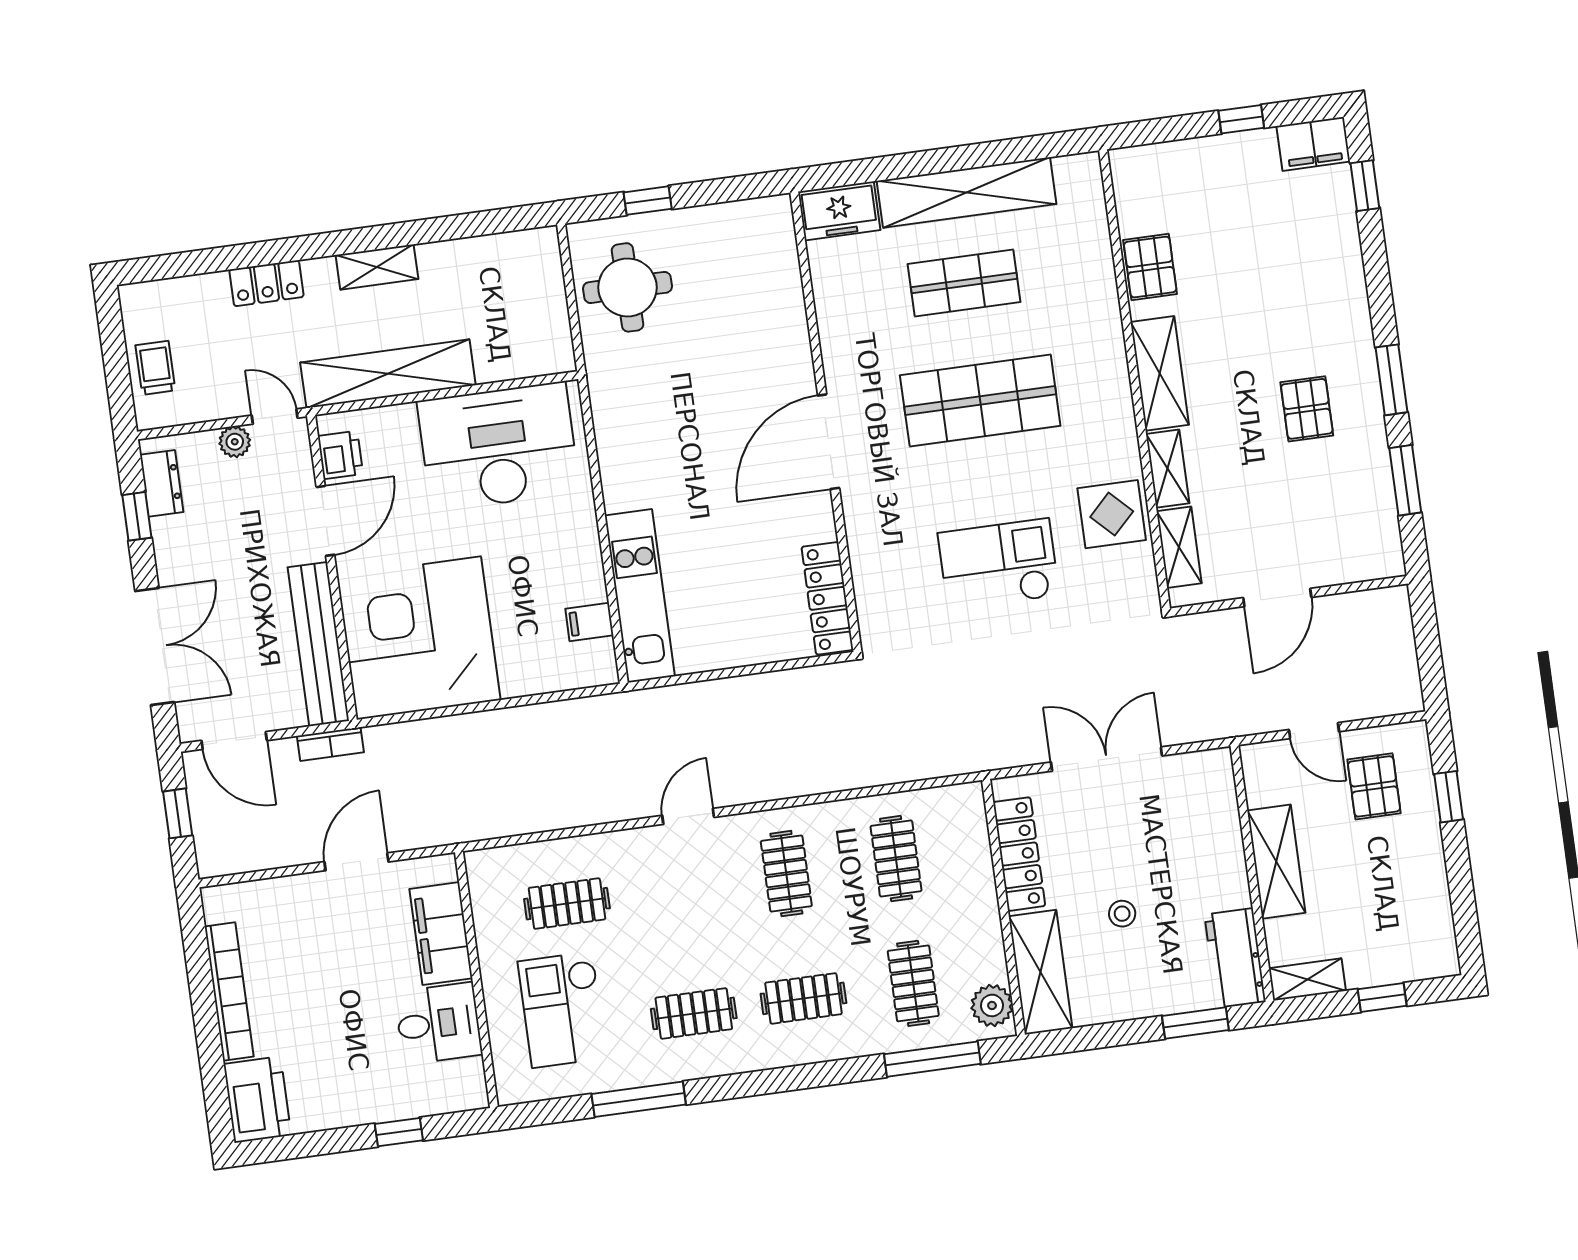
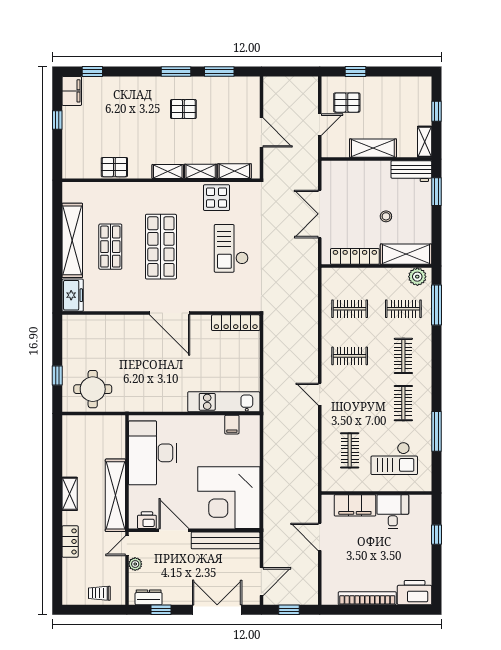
shelving: (1160, 373) -> (168, 172), width x0.67, depth x0.75
bookcase: (330, 744) -> (269, 541), removed

